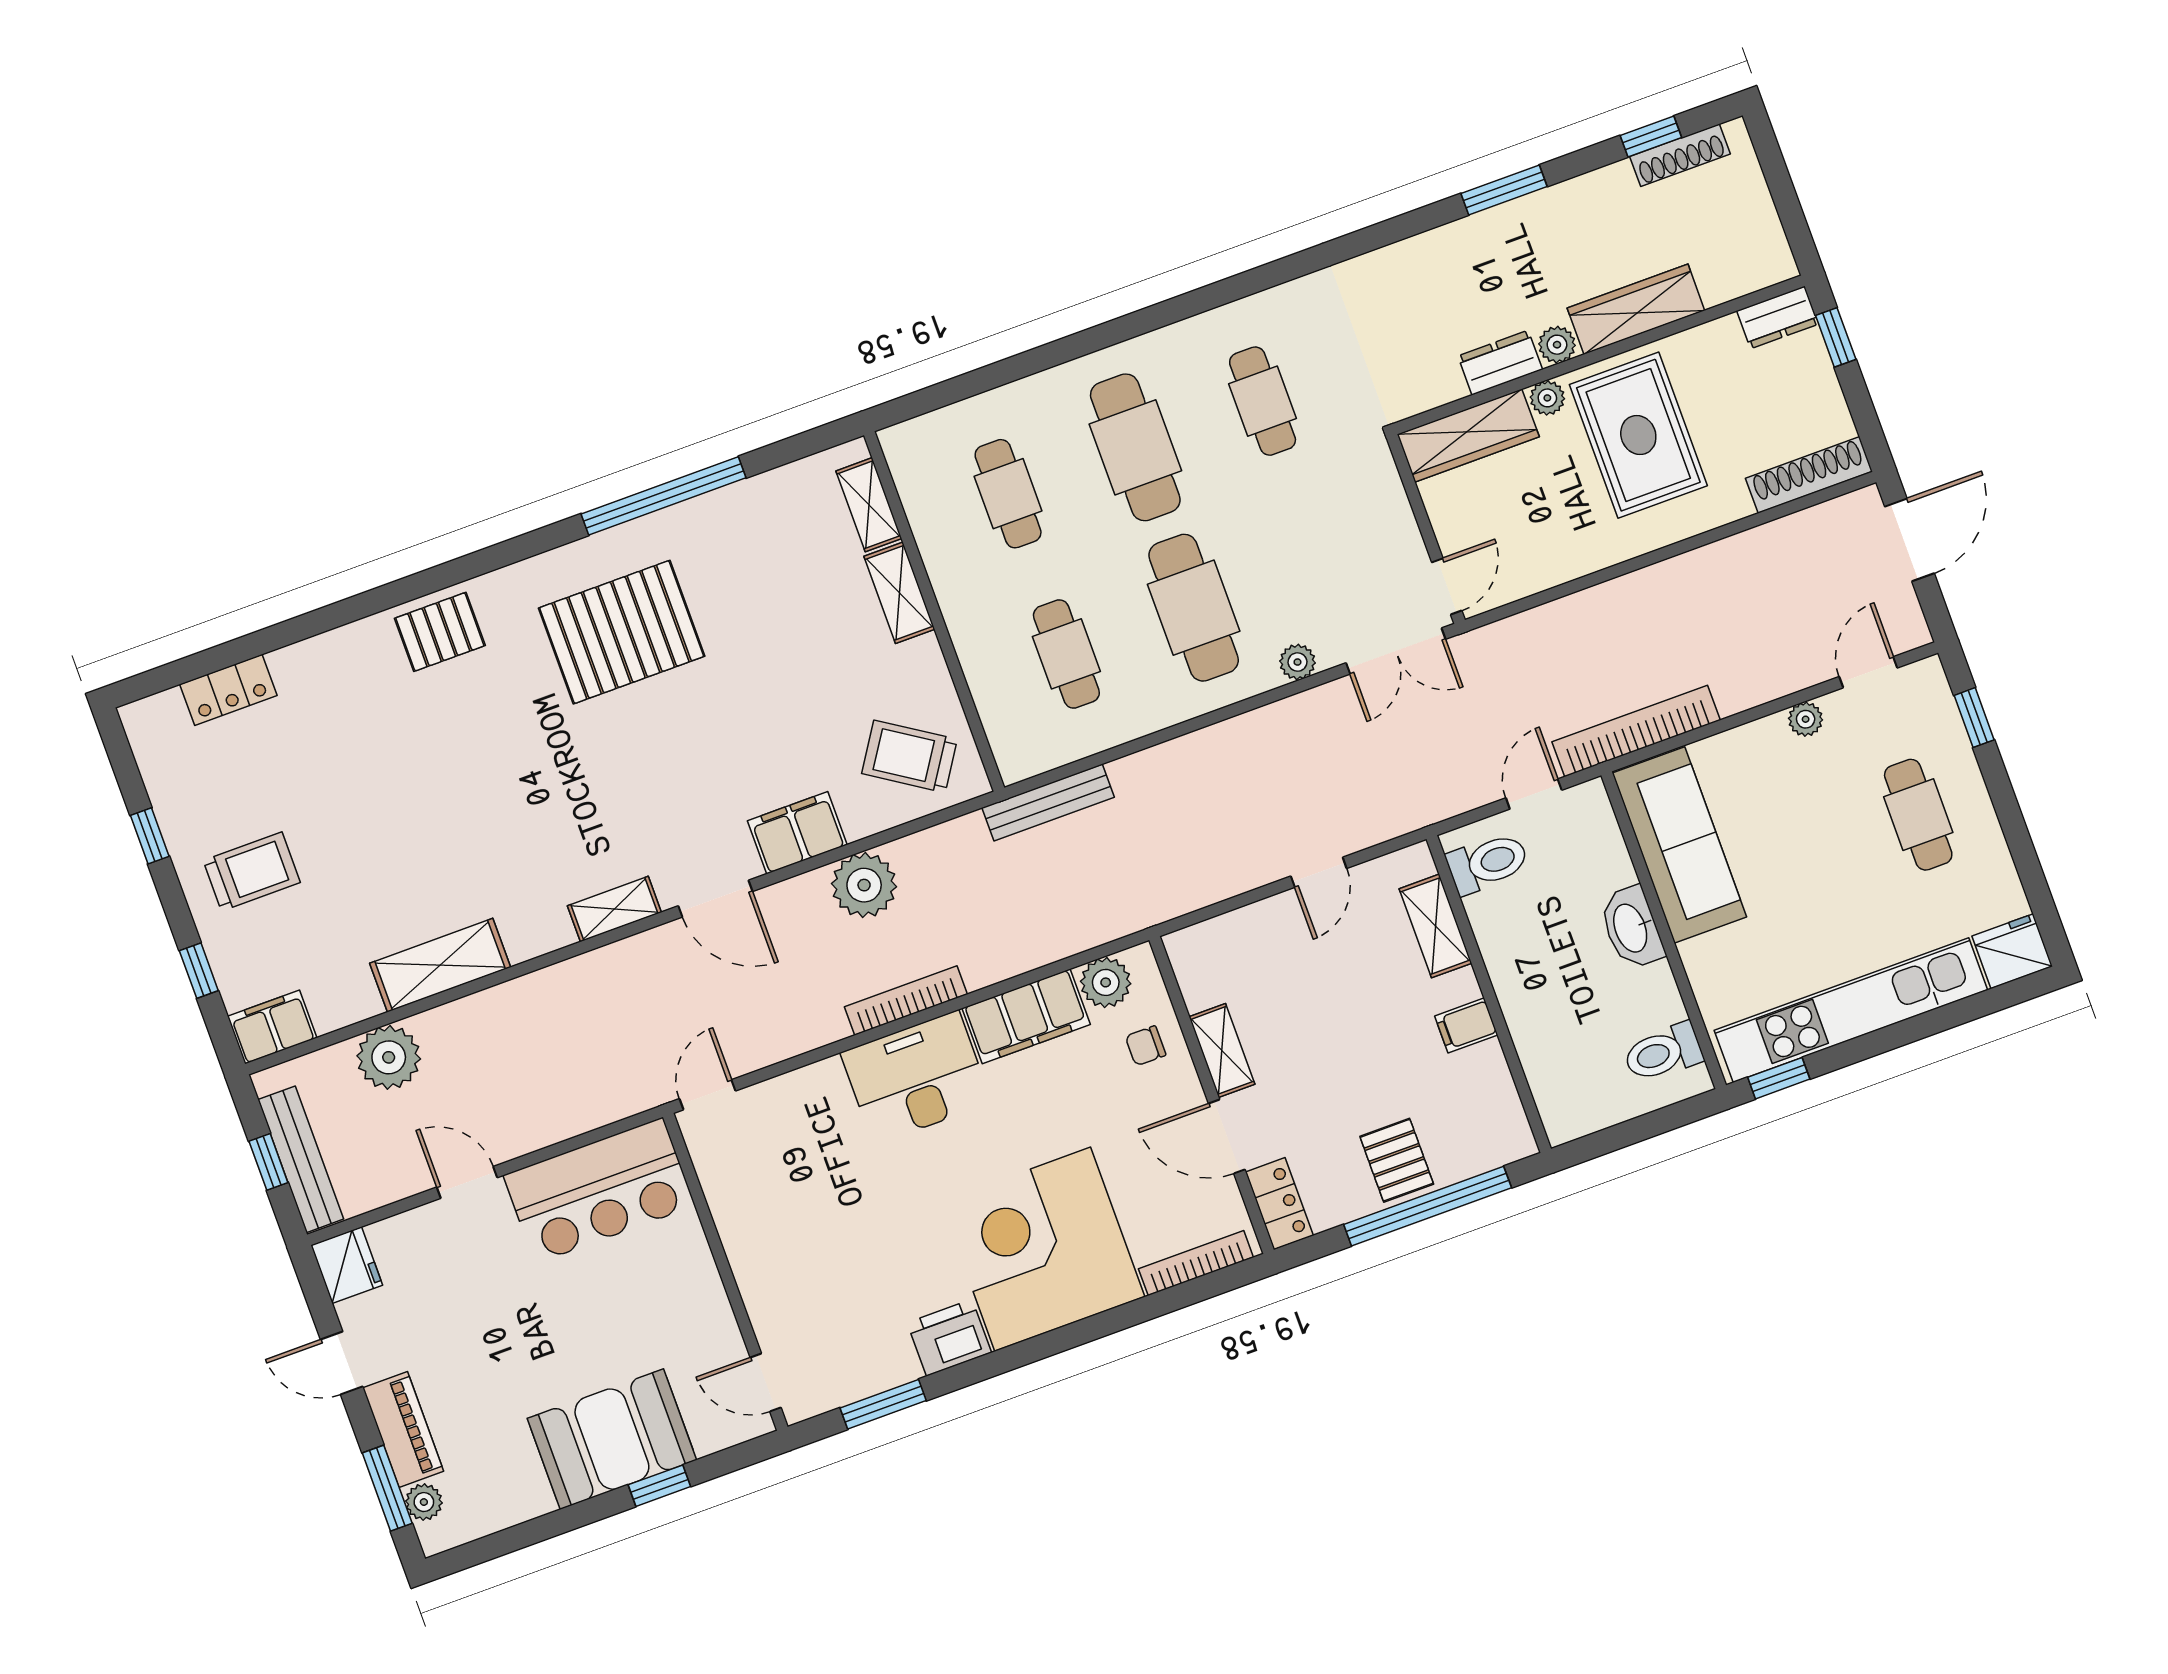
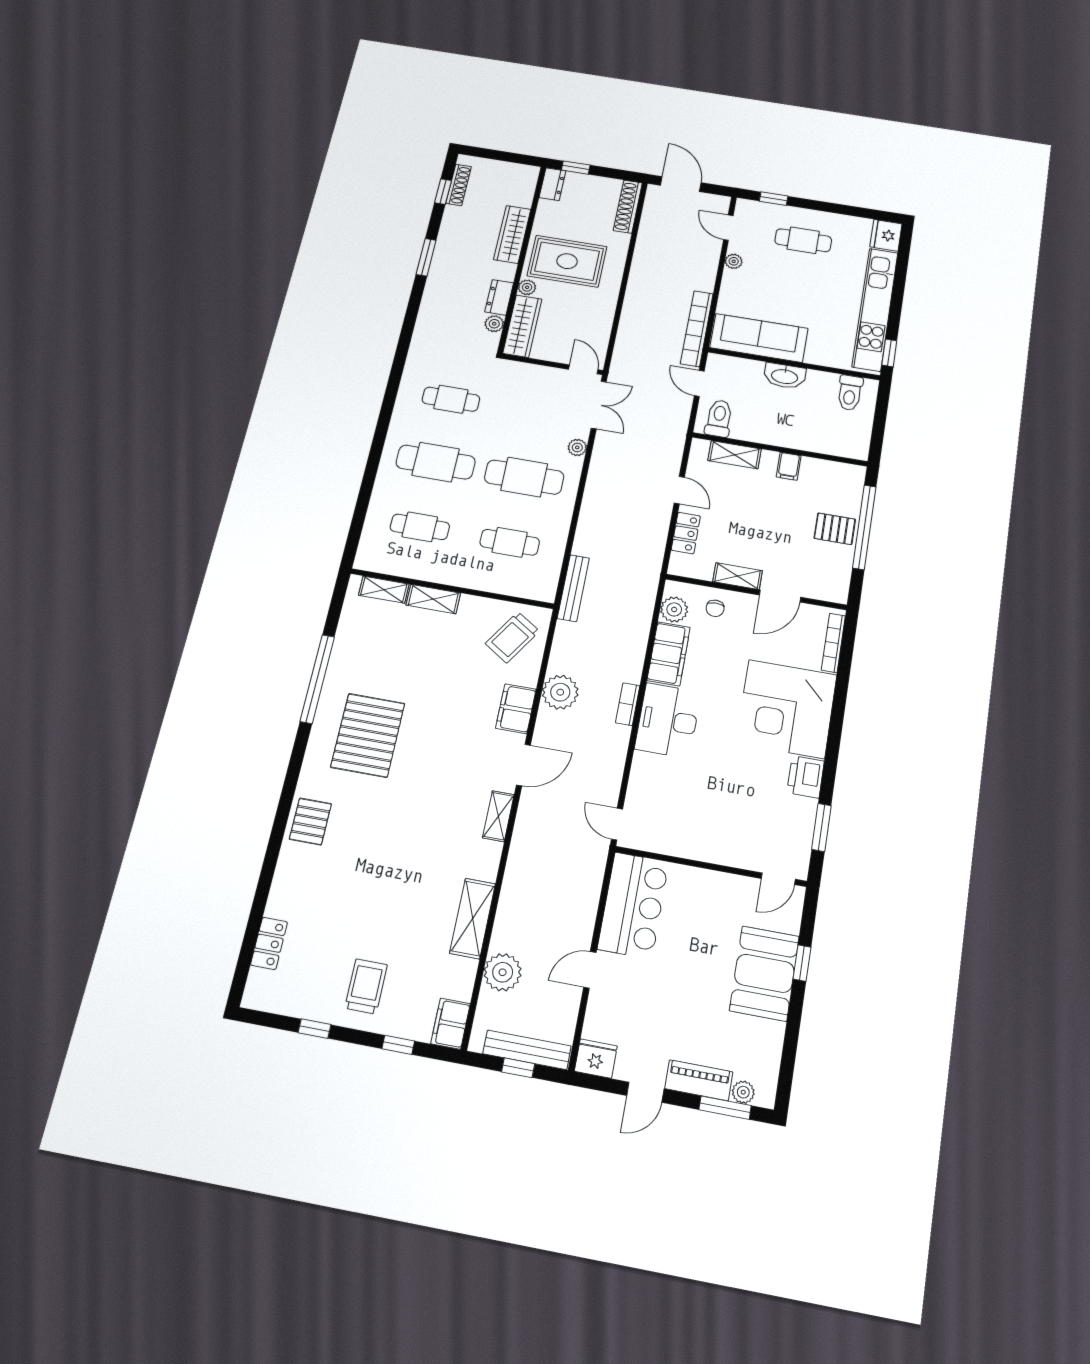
plant: (1557, 345) -> (494, 324), moved
bookcase: (906, 1000) -> (628, 704), width x0.64
locker: (1279, 1204) -> (686, 533), moved, turned 90

